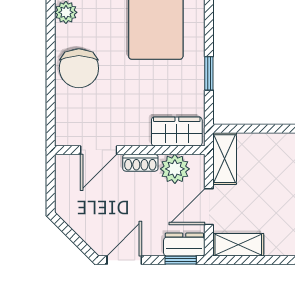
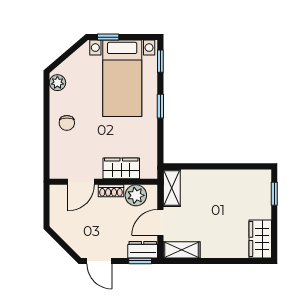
chair: (79, 68) -> (67, 123), width x0.54, depth x0.54
window: (209, 73) -> (160, 106), moved
wardrobe: (177, 131) -> (121, 168), moved
door: (124, 260) -> (99, 261), swing flipped

